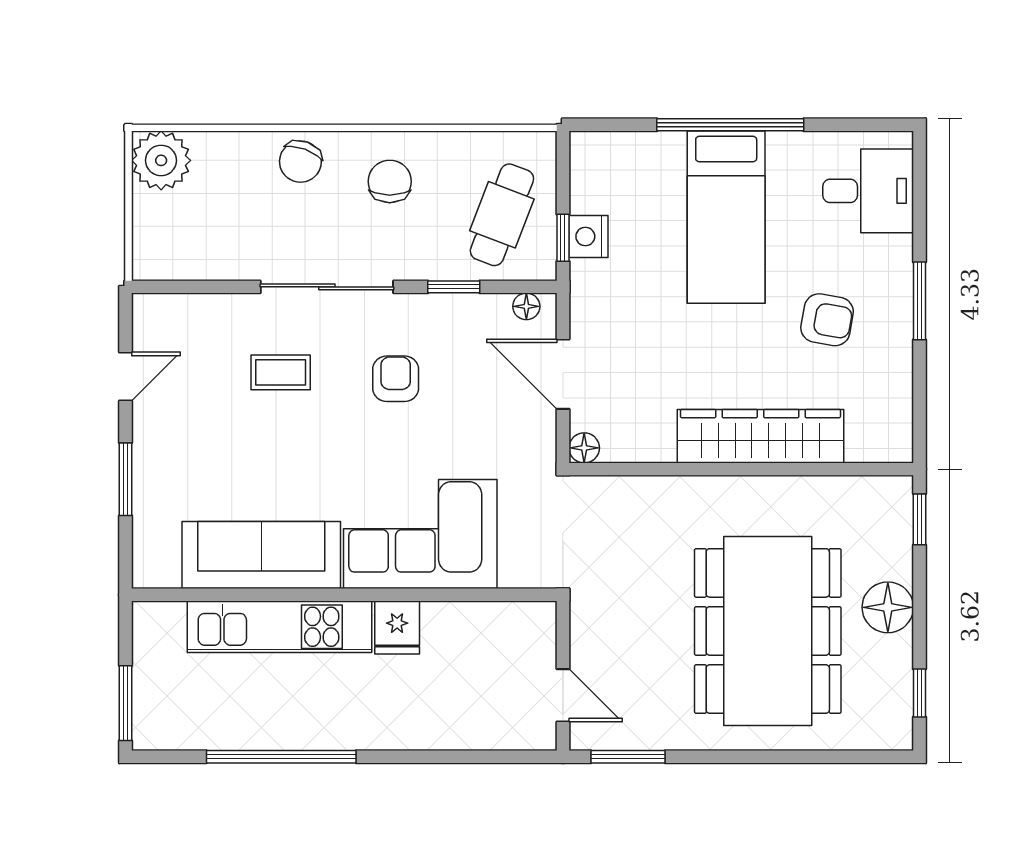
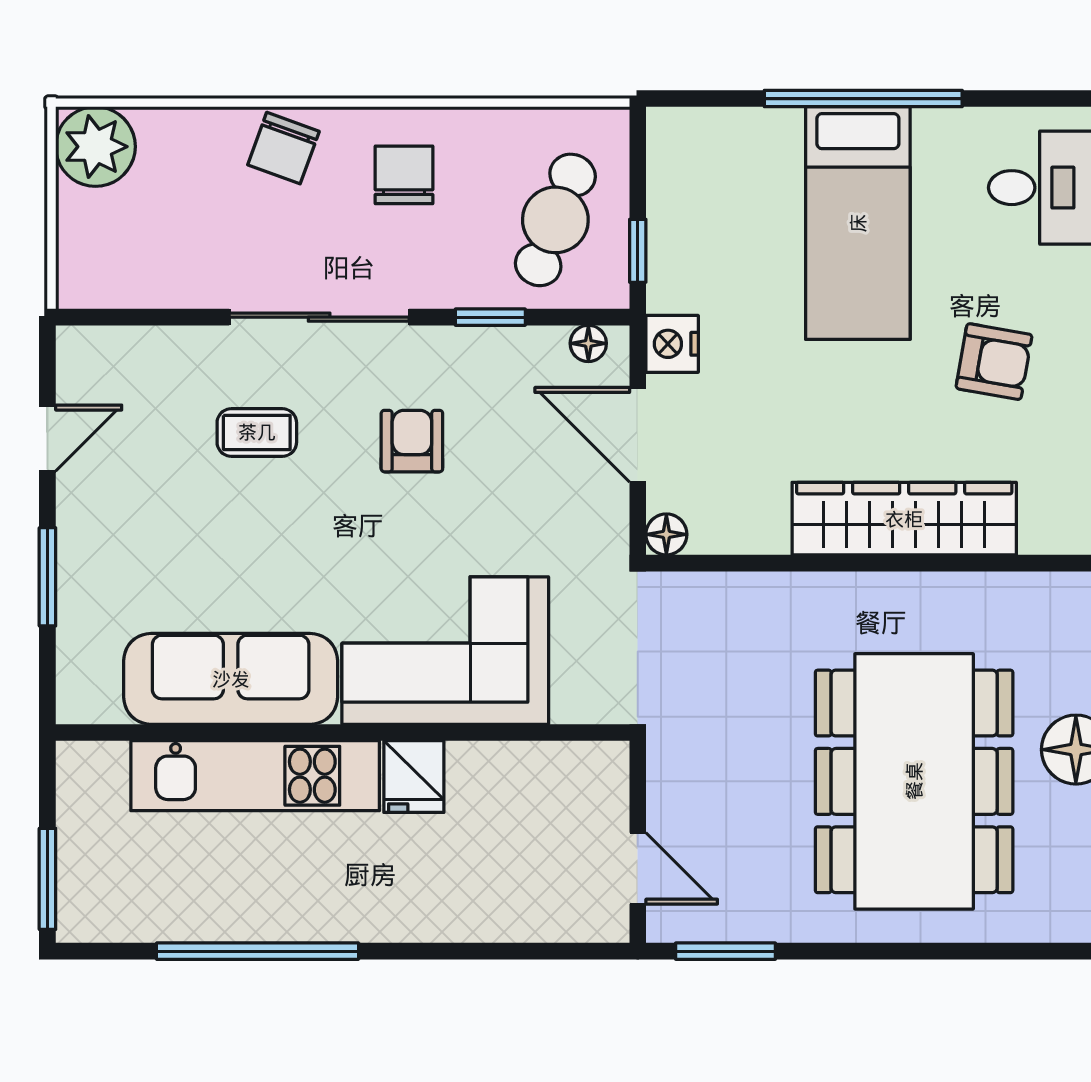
nightstand: (588, 236) -> (672, 344), moved

